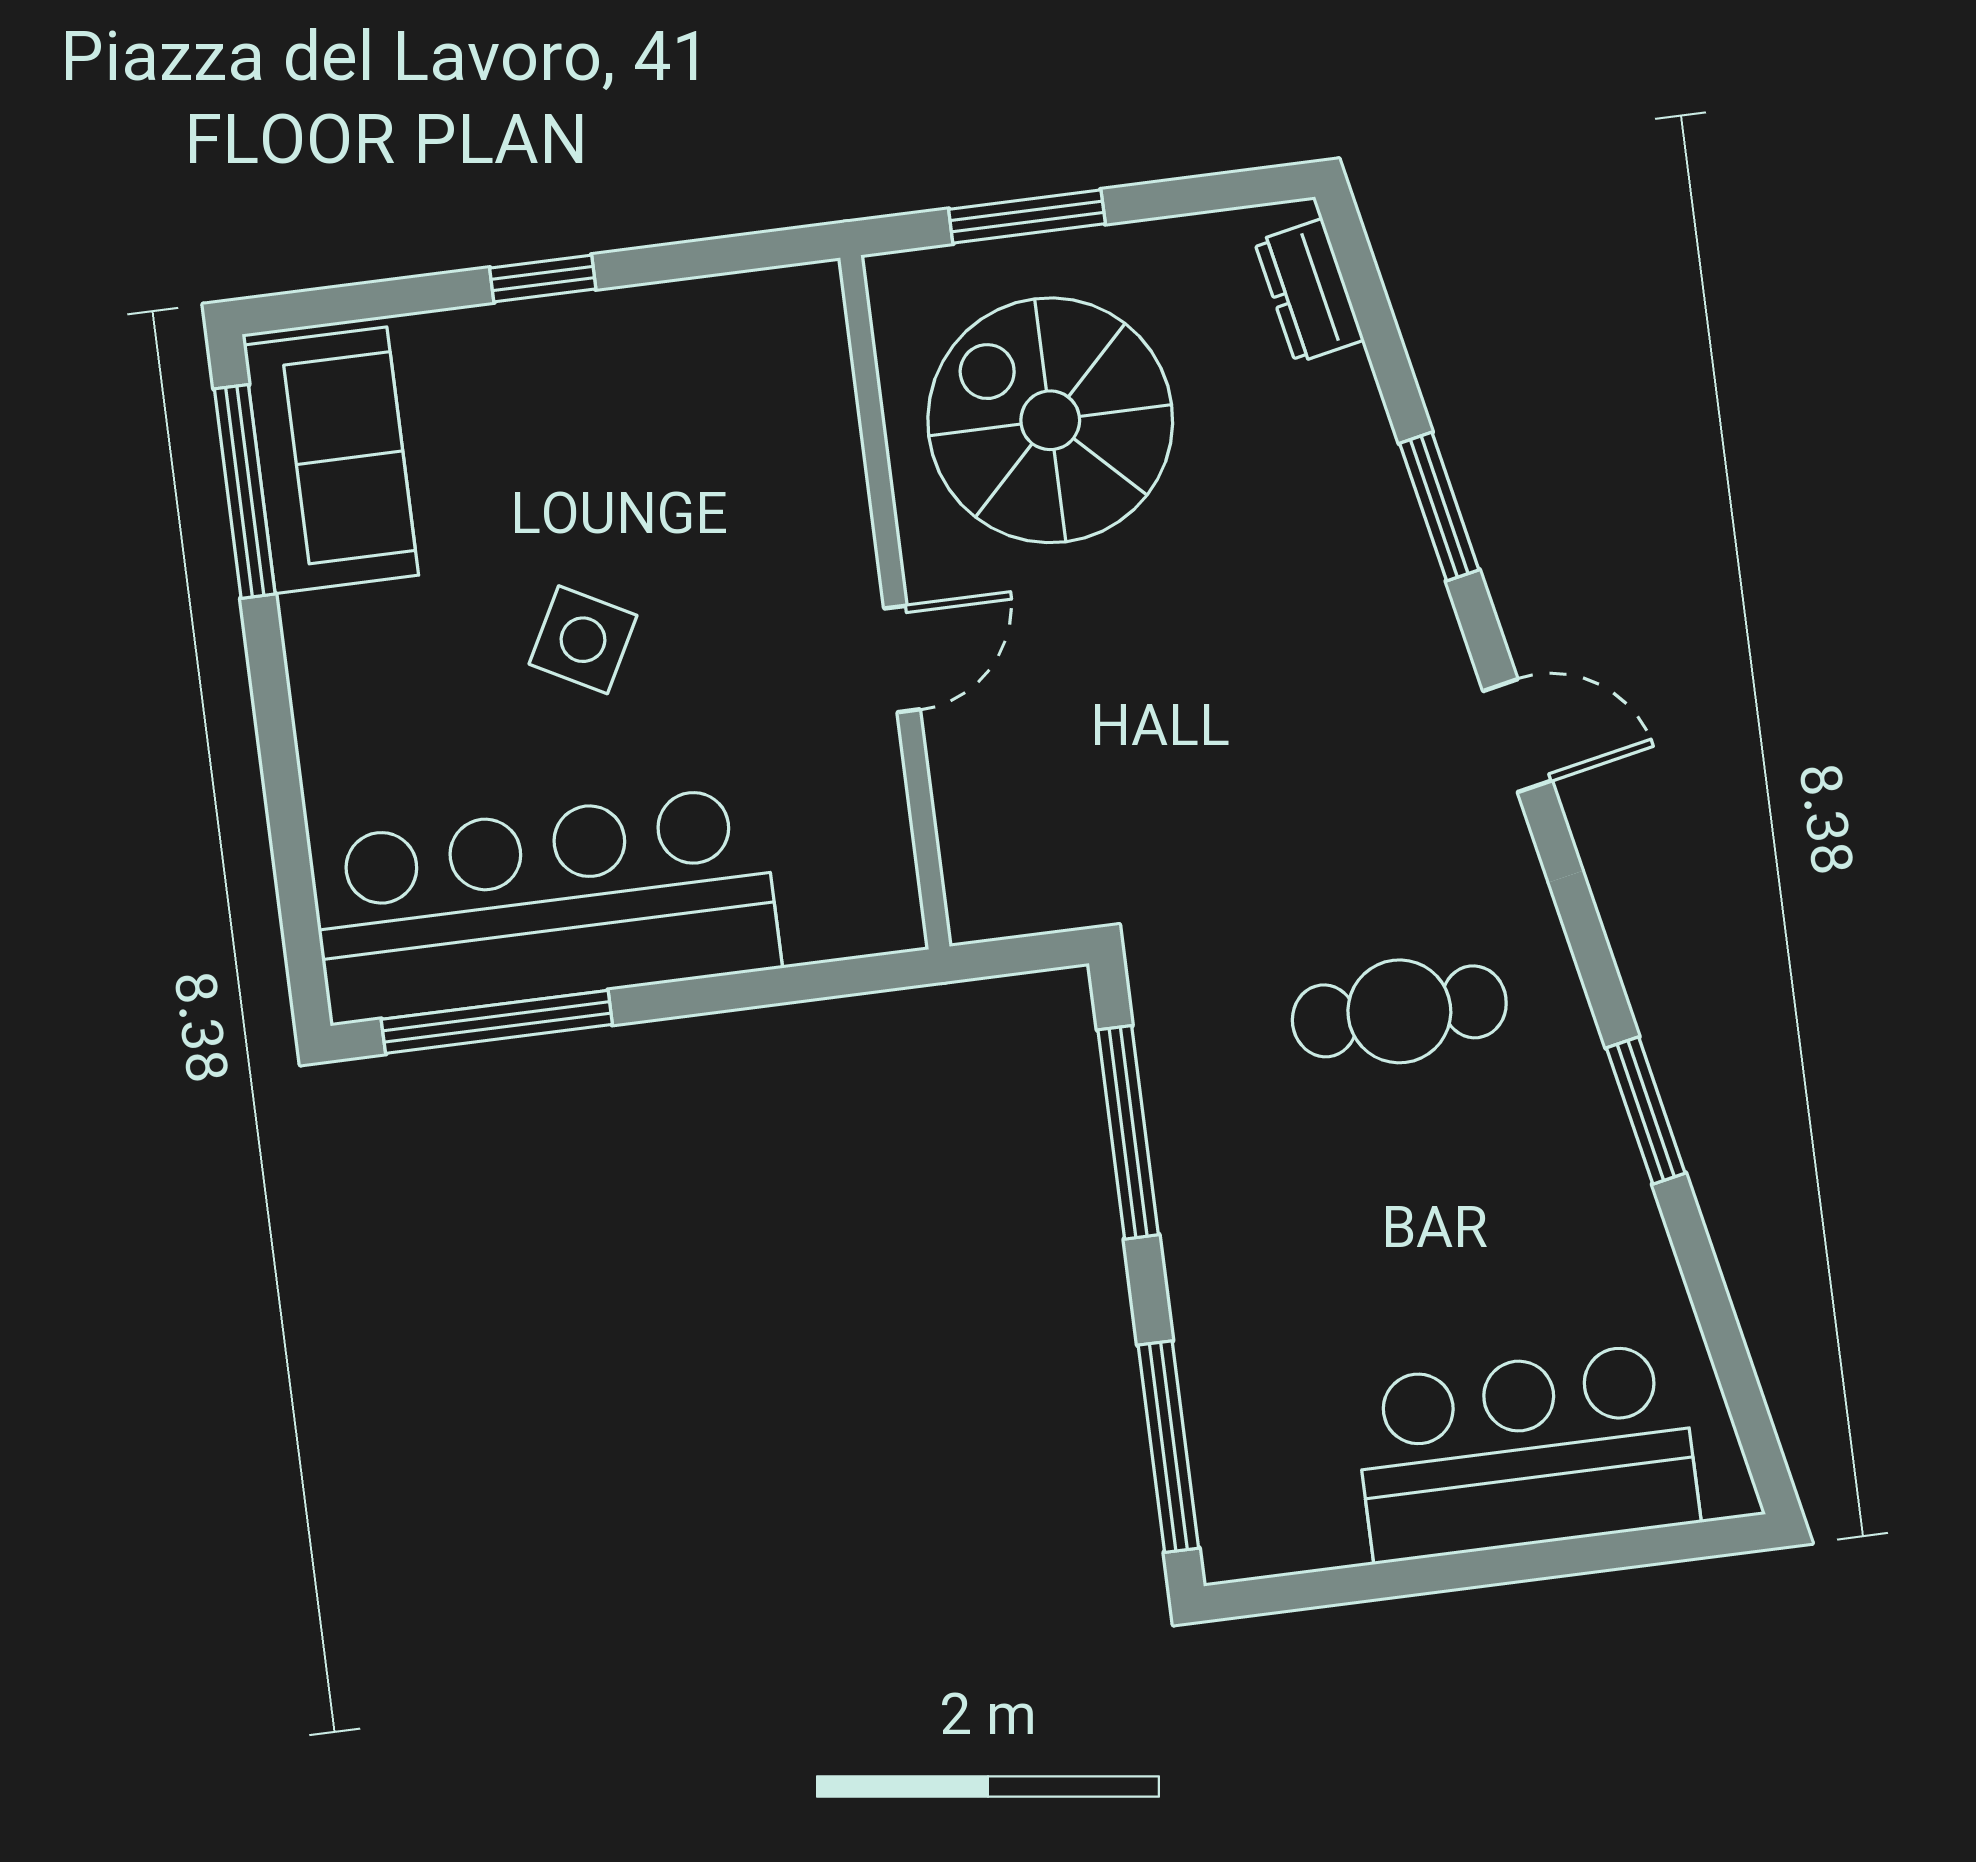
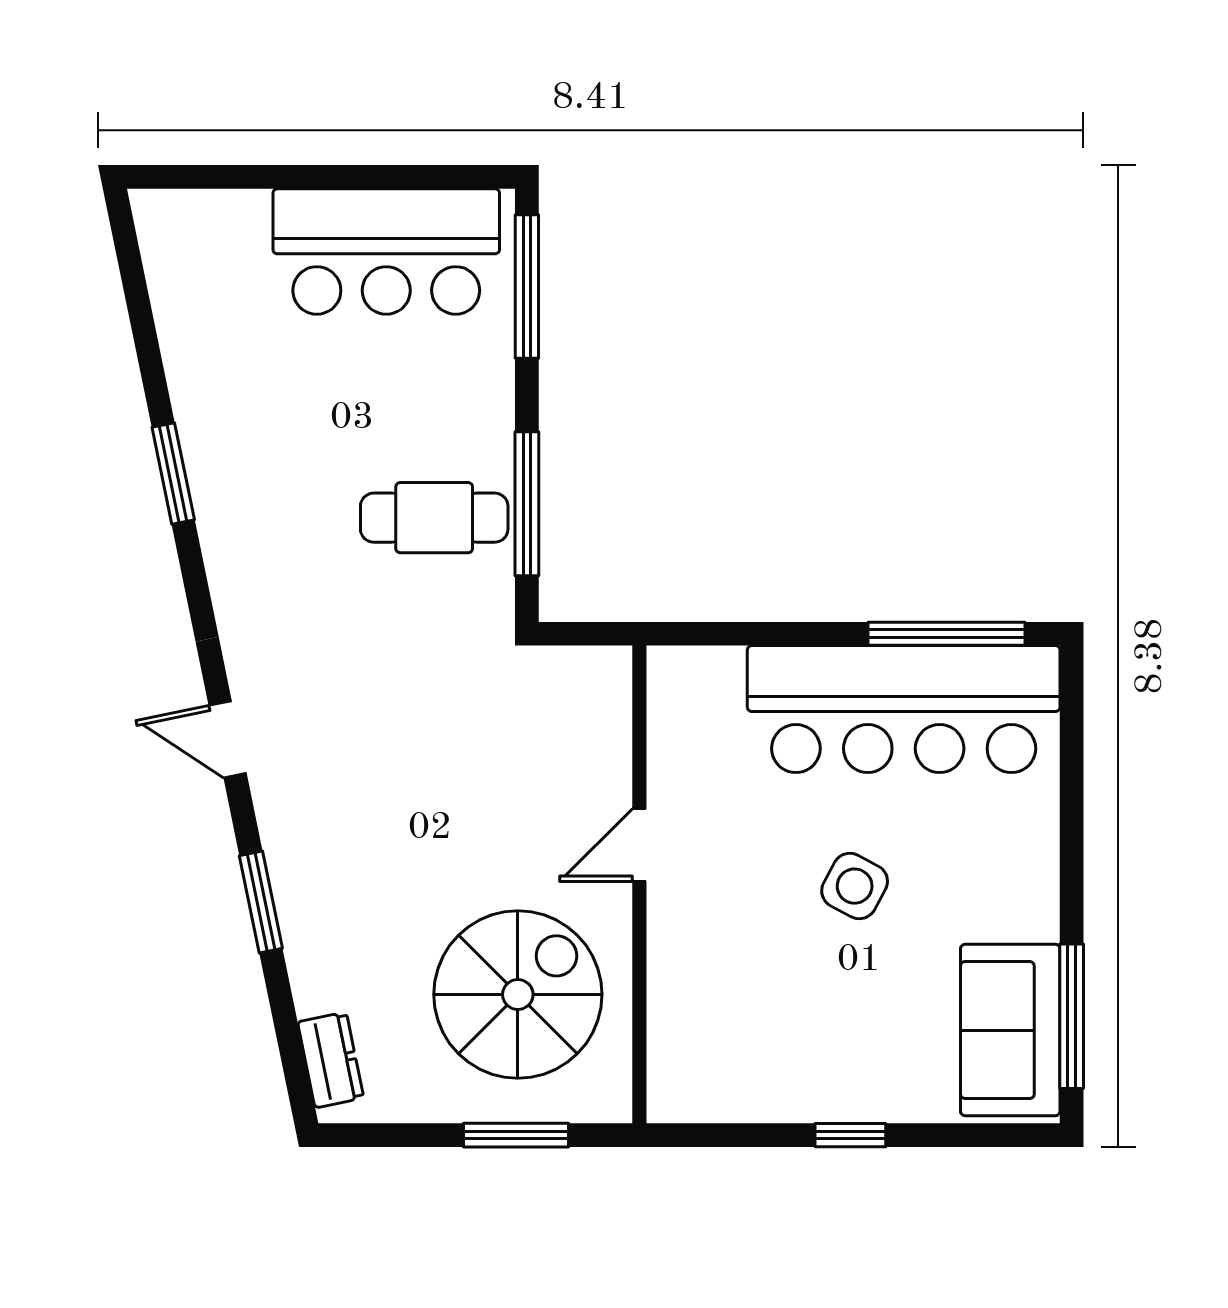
spiral stairs: (1050, 420) -> (518, 994), turned -90
cafe table: (1399, 1011) -> (434, 518), moved
bar counter: (1526, 1452) -> (386, 251), moved

